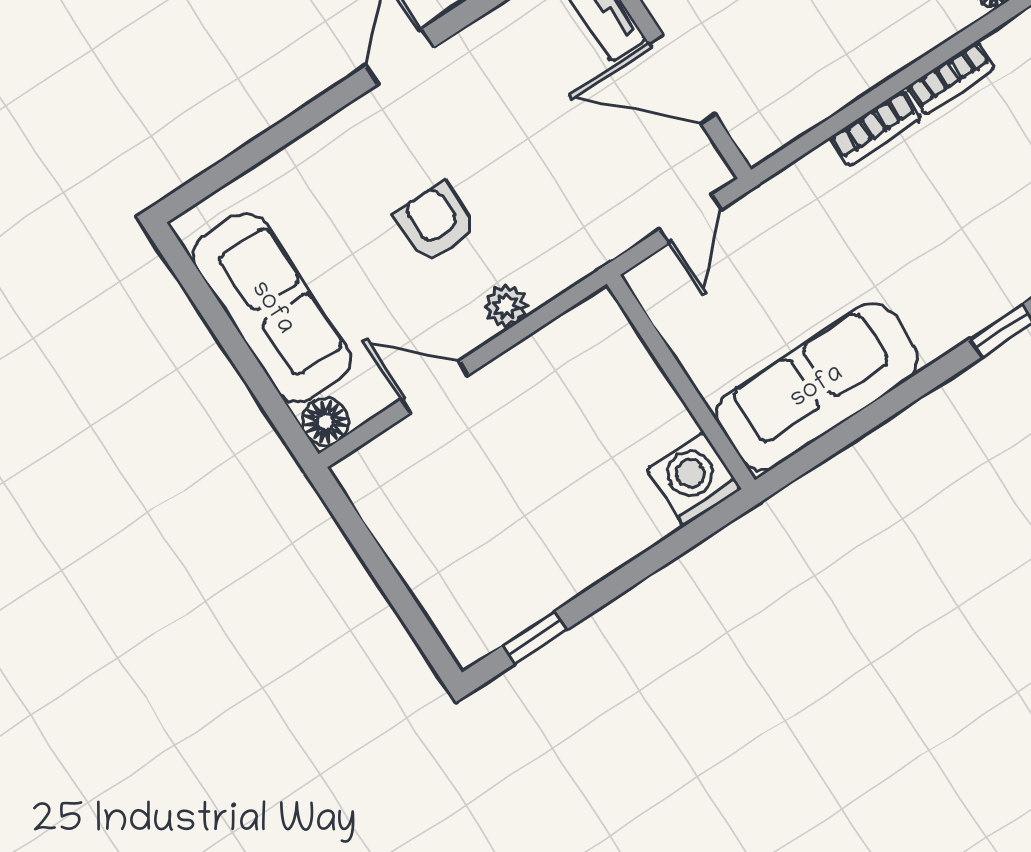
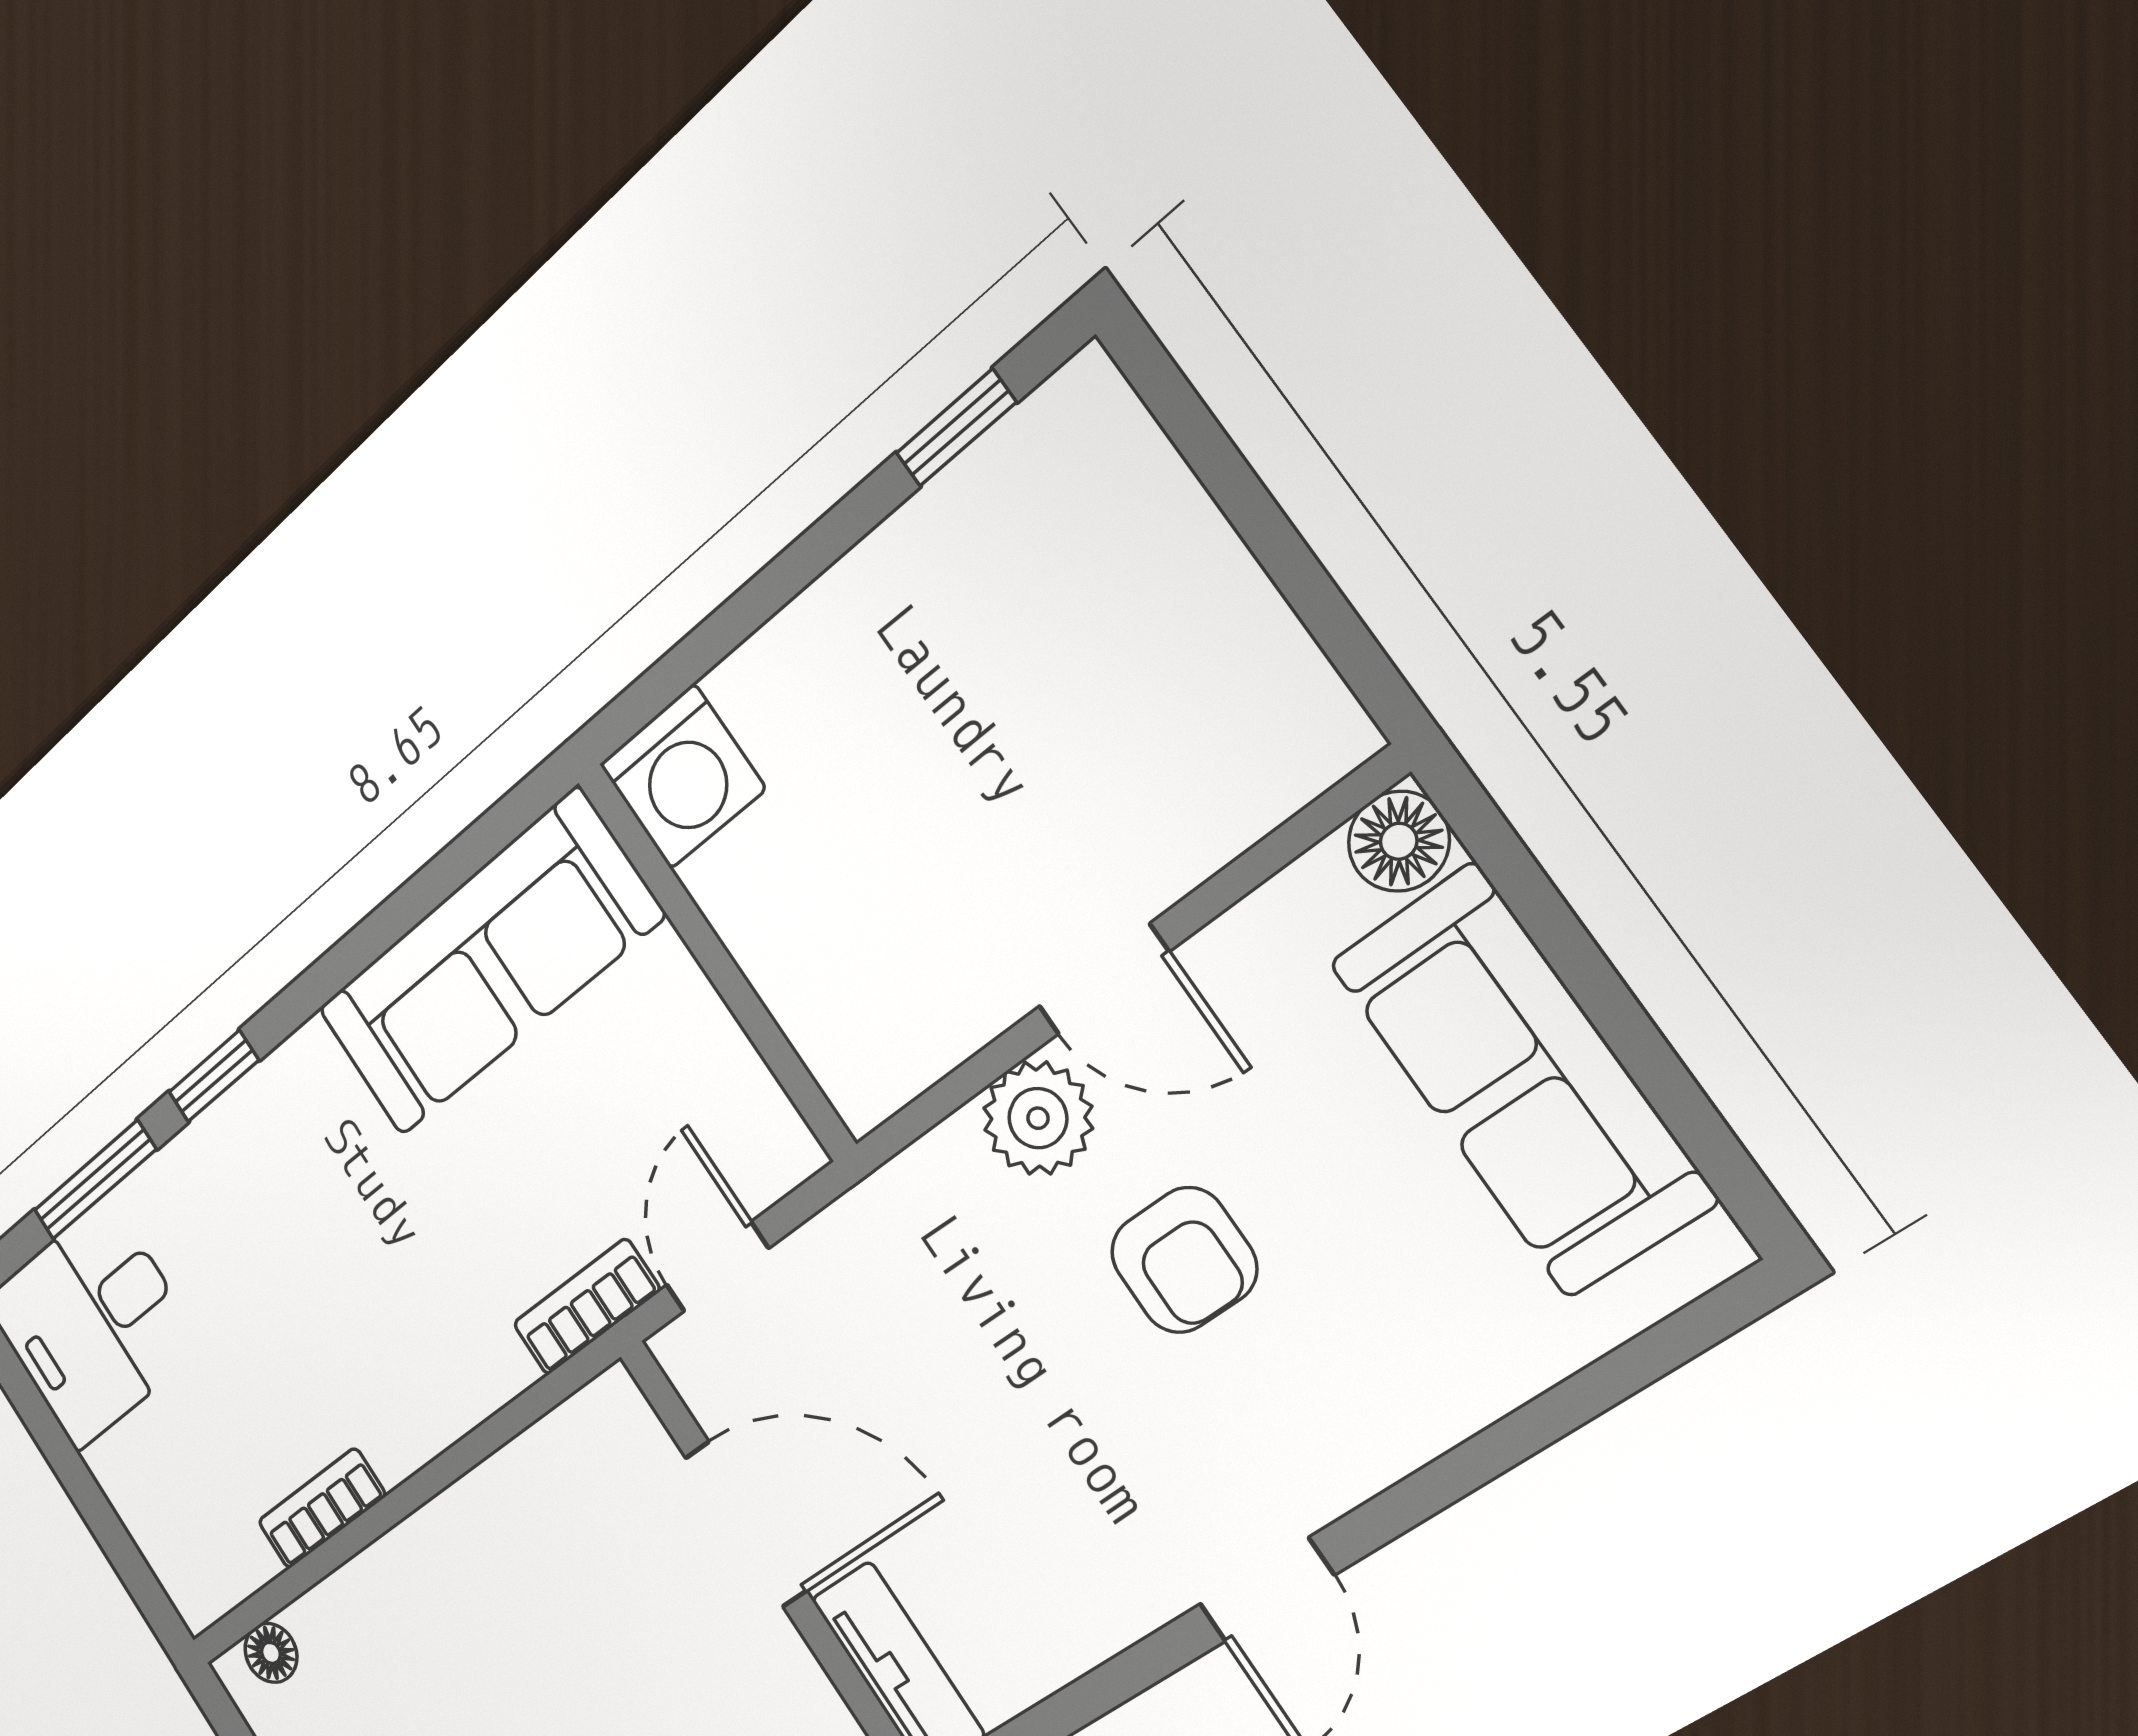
bookcase: (875, 128) -> (586, 1307), moved
plant: (506, 306) -> (1038, 1118), width x1.38, depth x1.38
door: (435, 387) -> (1104, 979), moved

